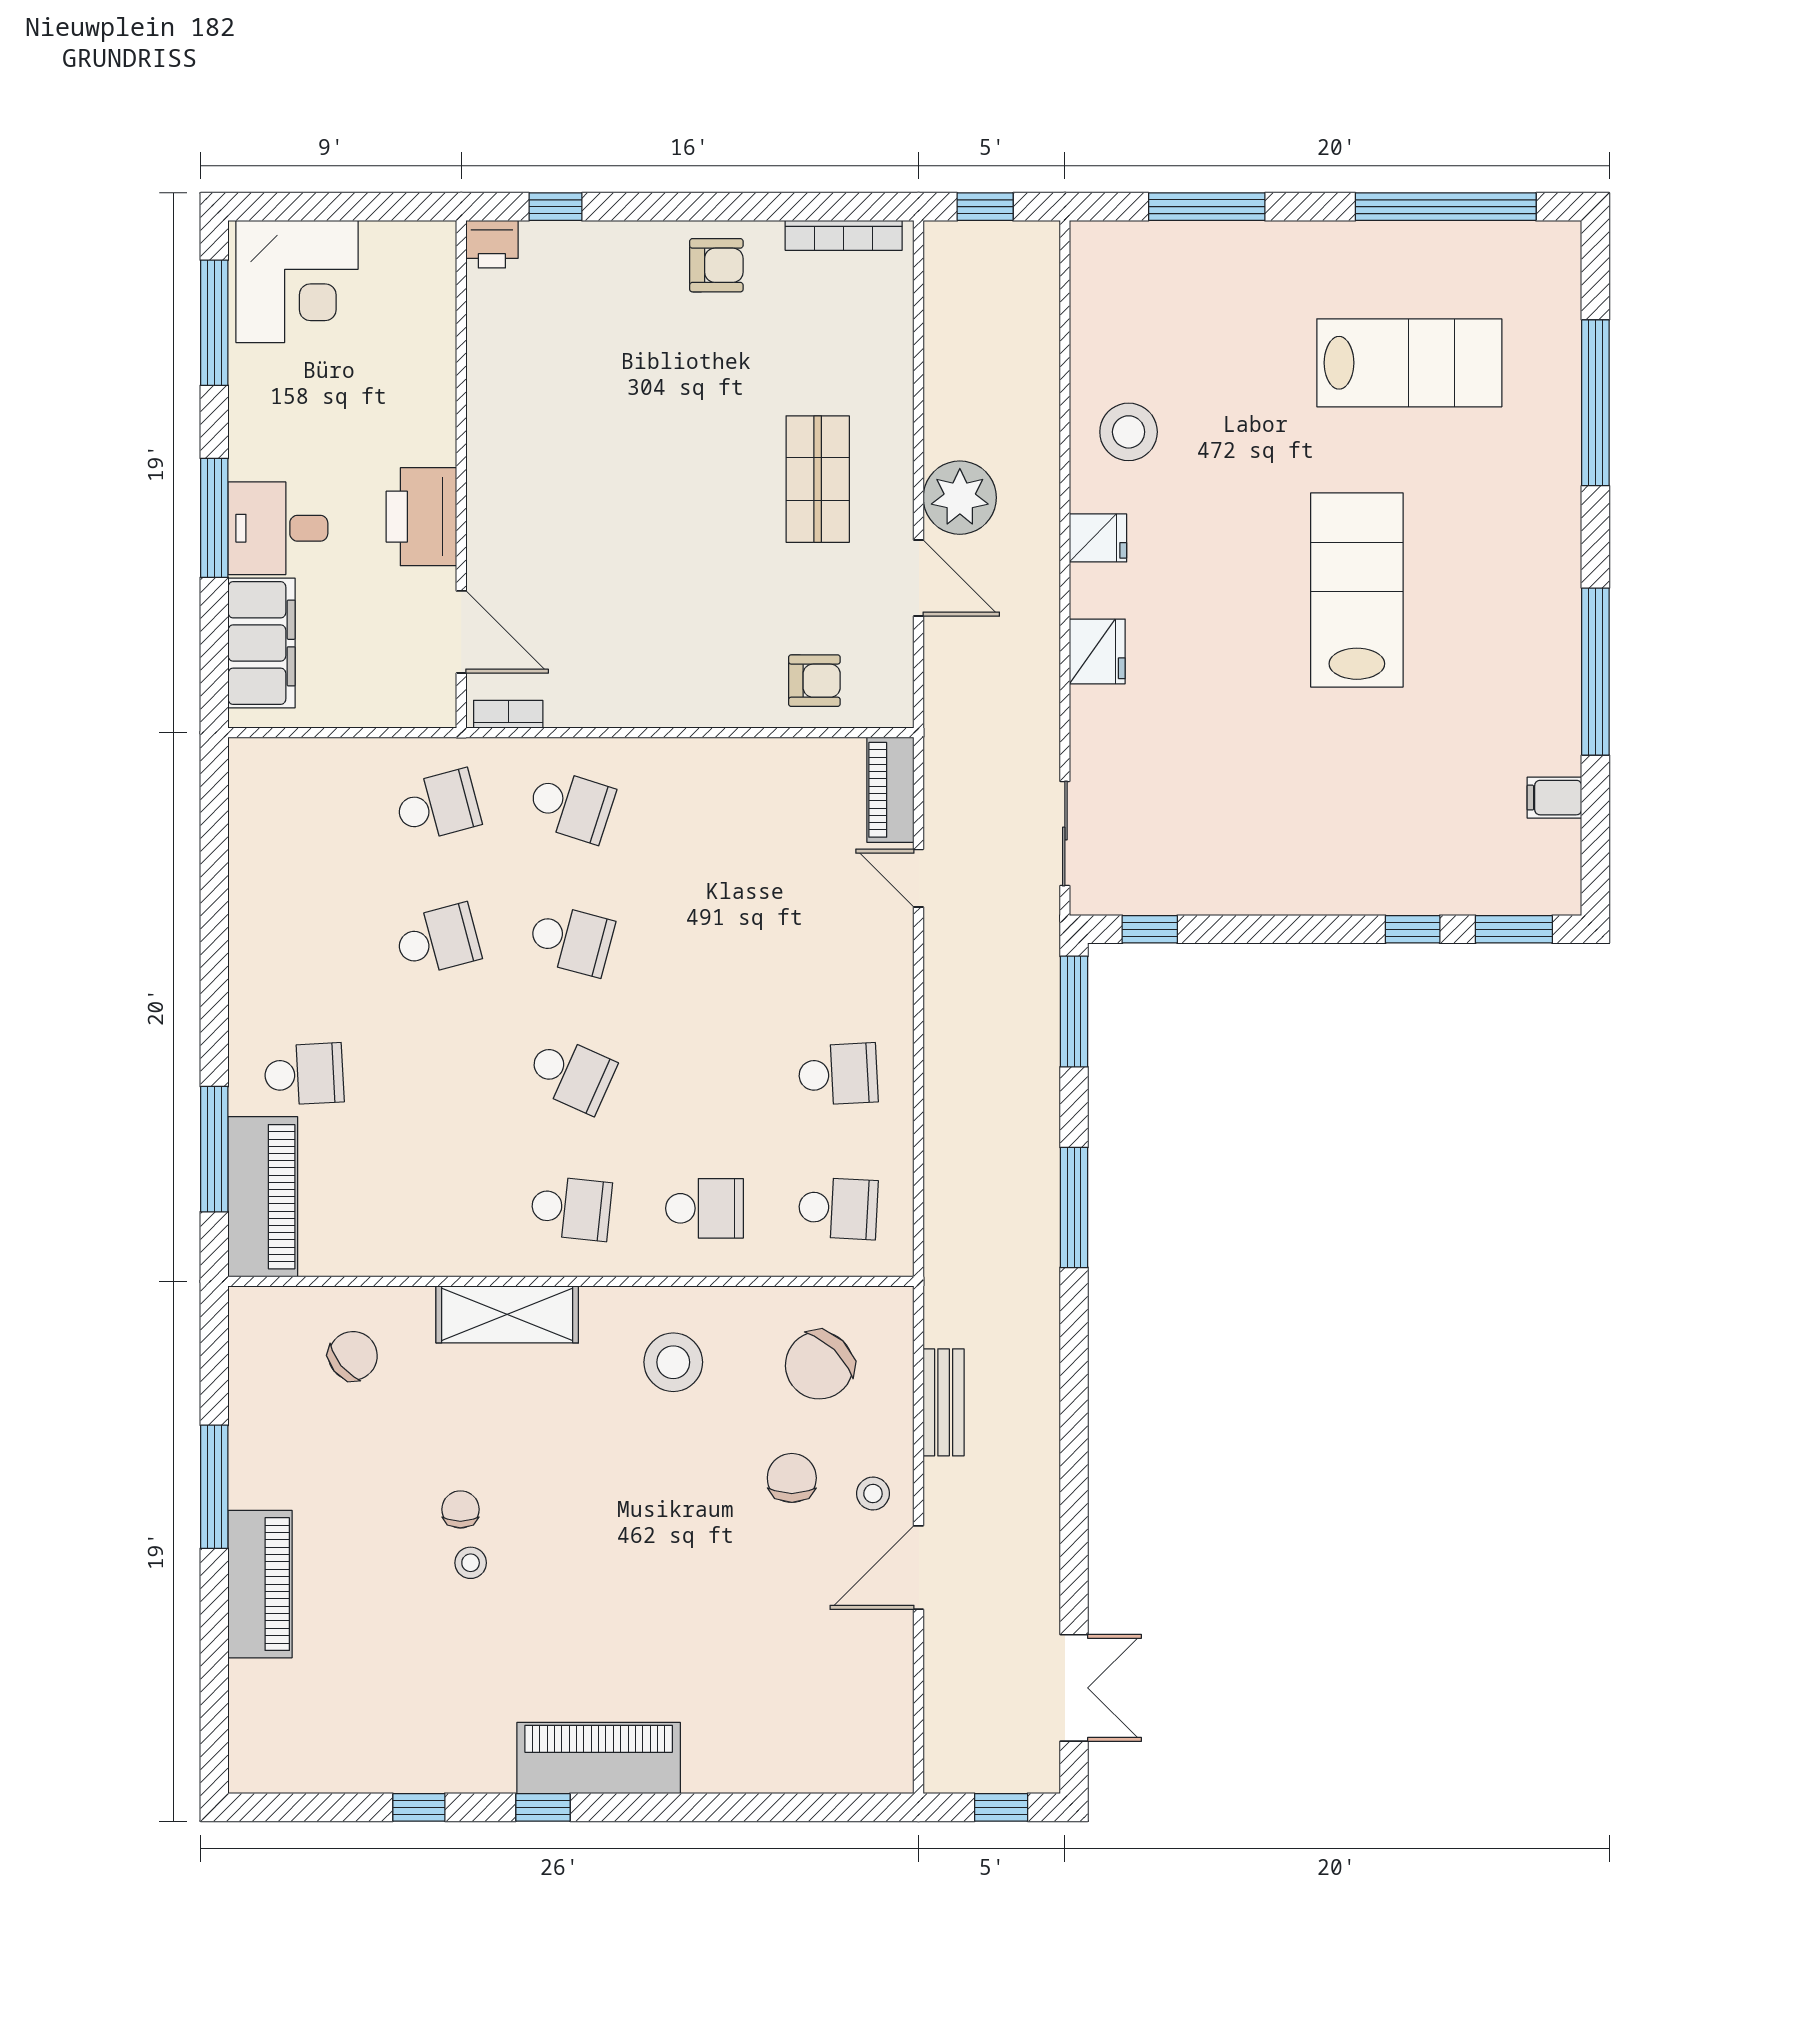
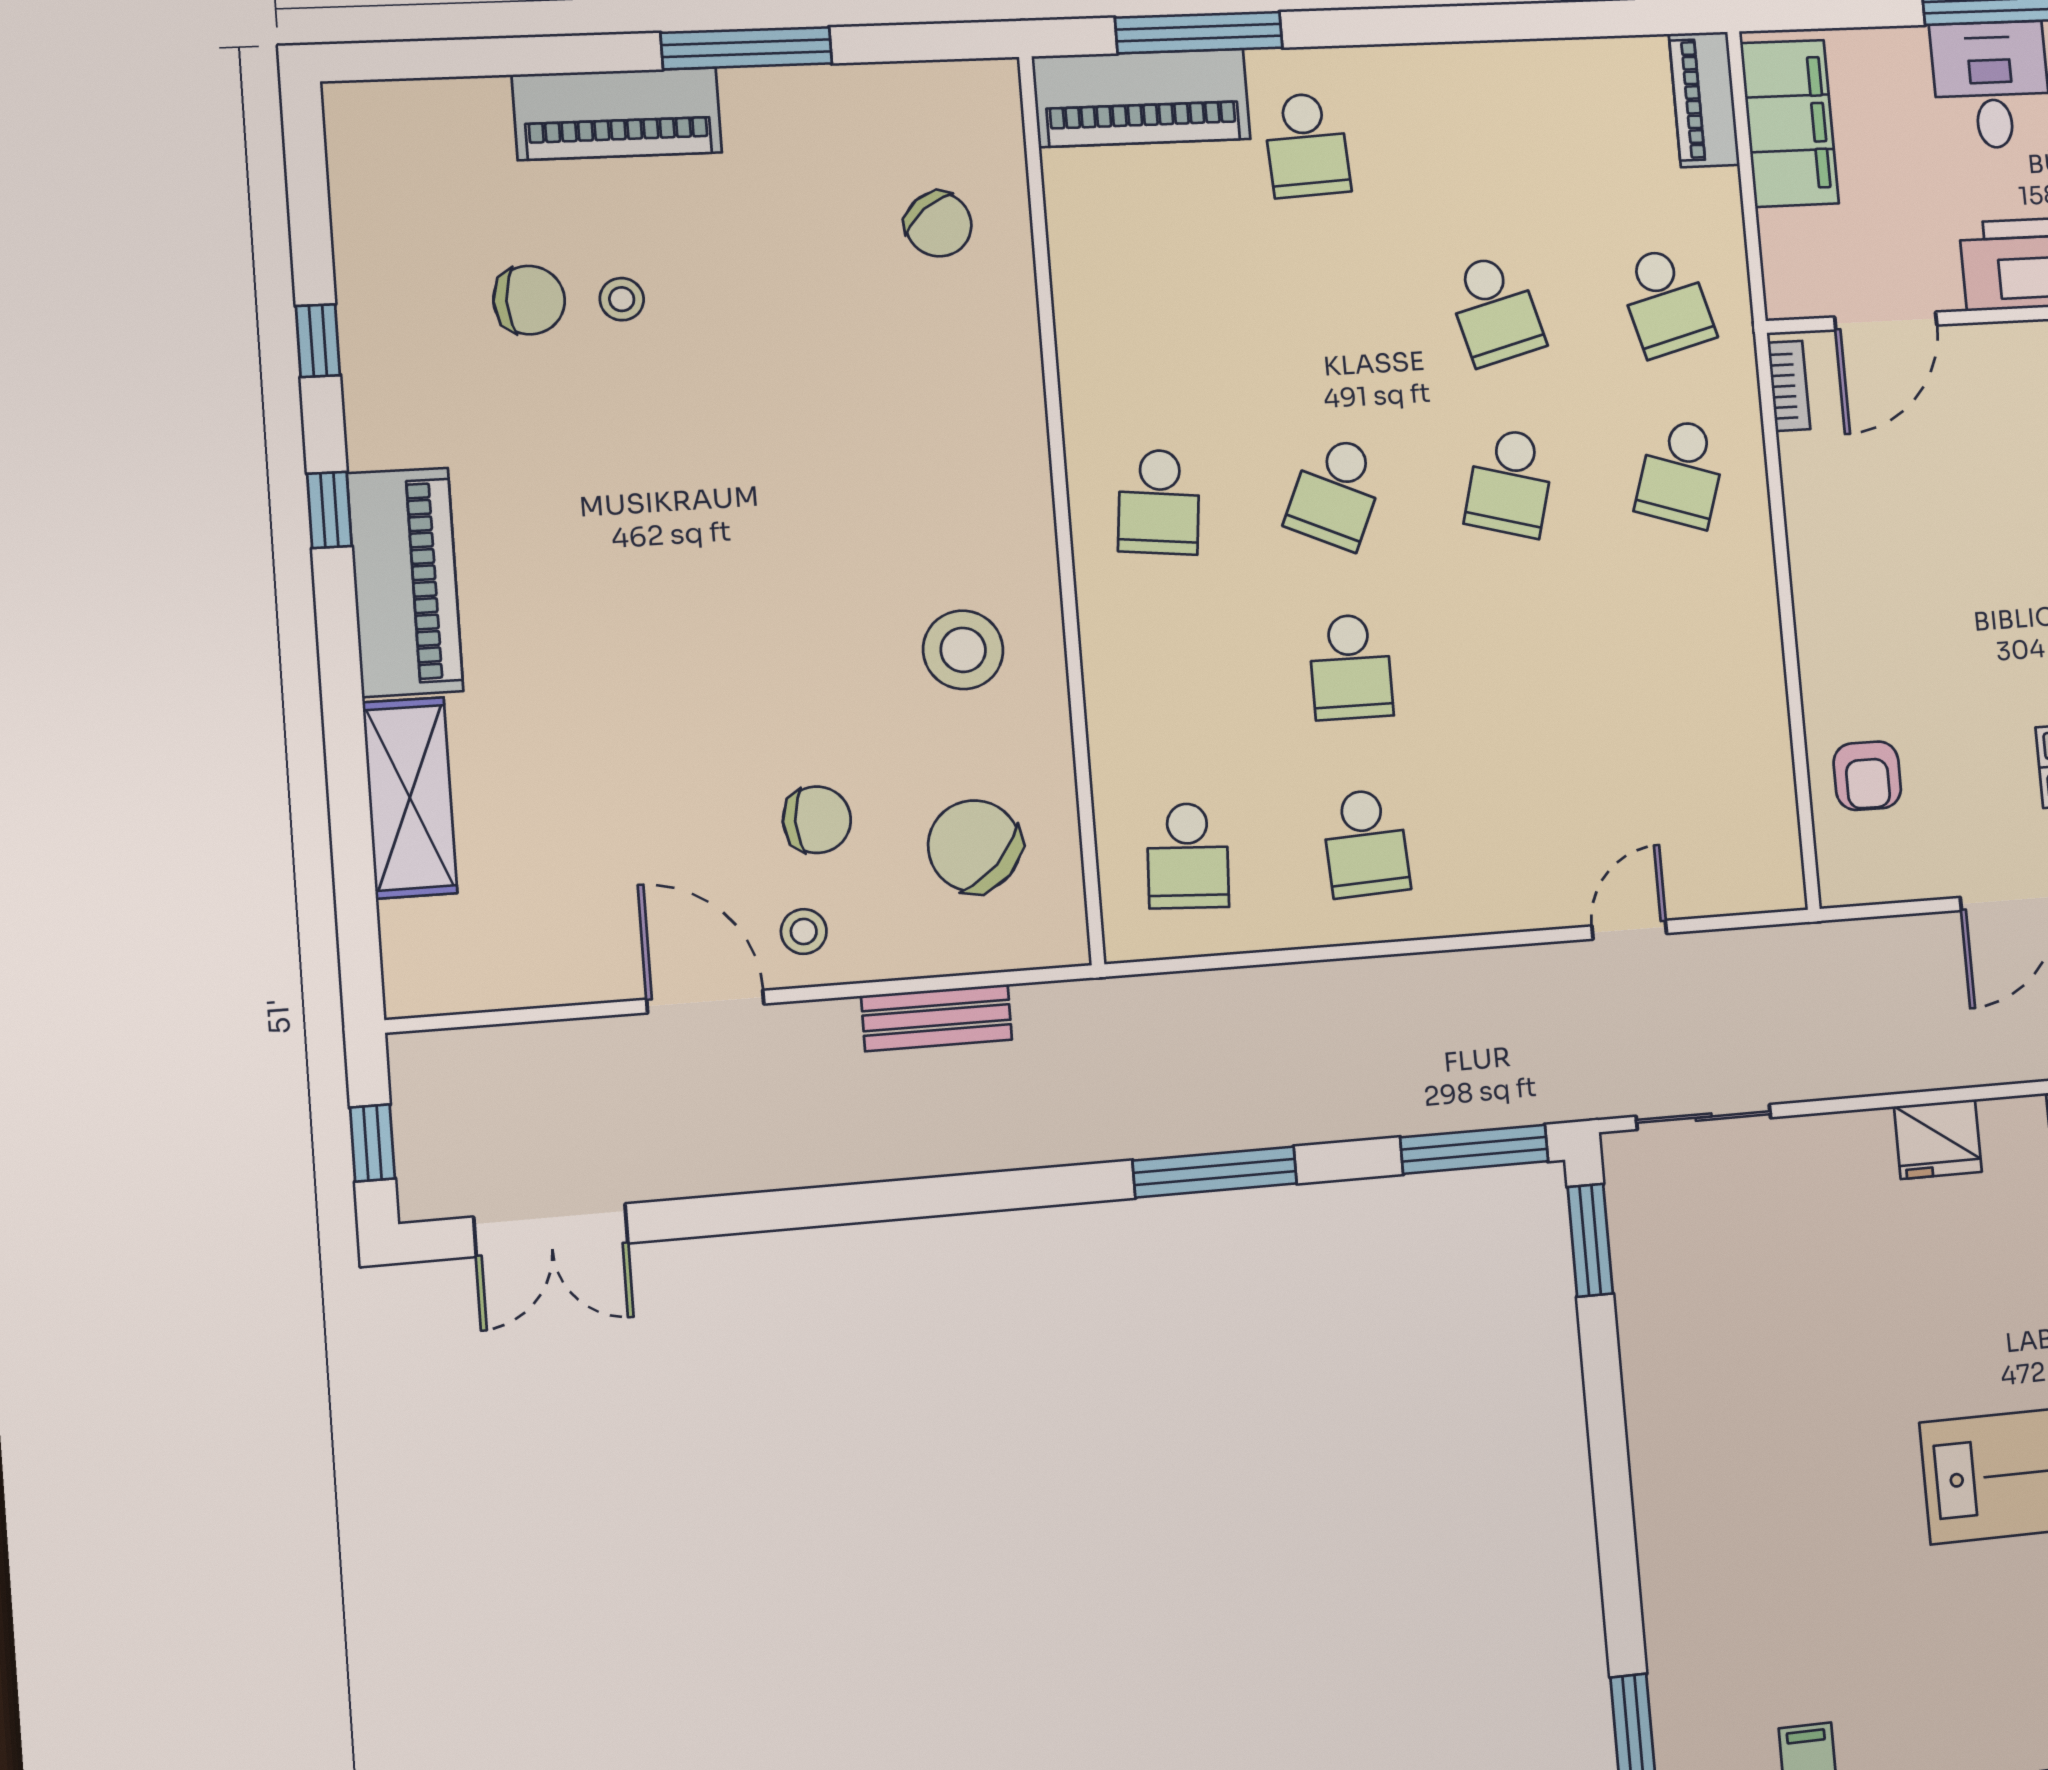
filing cabinet: (262, 643) -> (1789, 123), moved, turned -90
piano: (890, 790) -> (1704, 99), moved, turned -90
window: (1150, 929) -> (1590, 1240), width x1.50
window: (1413, 929) -> (1621, 1591), removed
school desk: (704, 1208) -> (1351, 667), moved
shelving: (507, 1314) -> (410, 798), moved
chair: (460, 1509) -> (529, 300), moved, width x1.37, depth x1.37
stool: (471, 1563) -> (622, 299), moved

